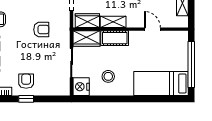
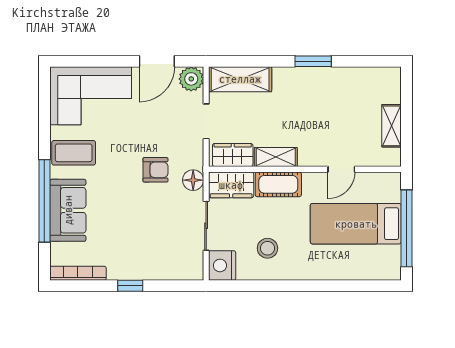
door: (152, 29) -> (341, 169), swing flipped
floor lamp: (64, 36) -> (193, 180), added
armchair: (26, 81) -> (130, 256), removed
bed: (161, 83) -> (356, 224), moved

